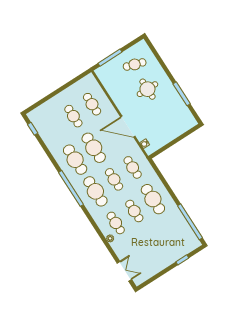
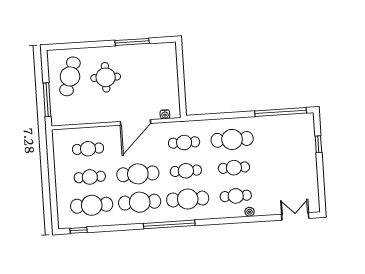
cafe table: (135, 64) -> (70, 76), width x1.37, depth x1.35
cafe table: (55, 128) -> (92, 205), added

